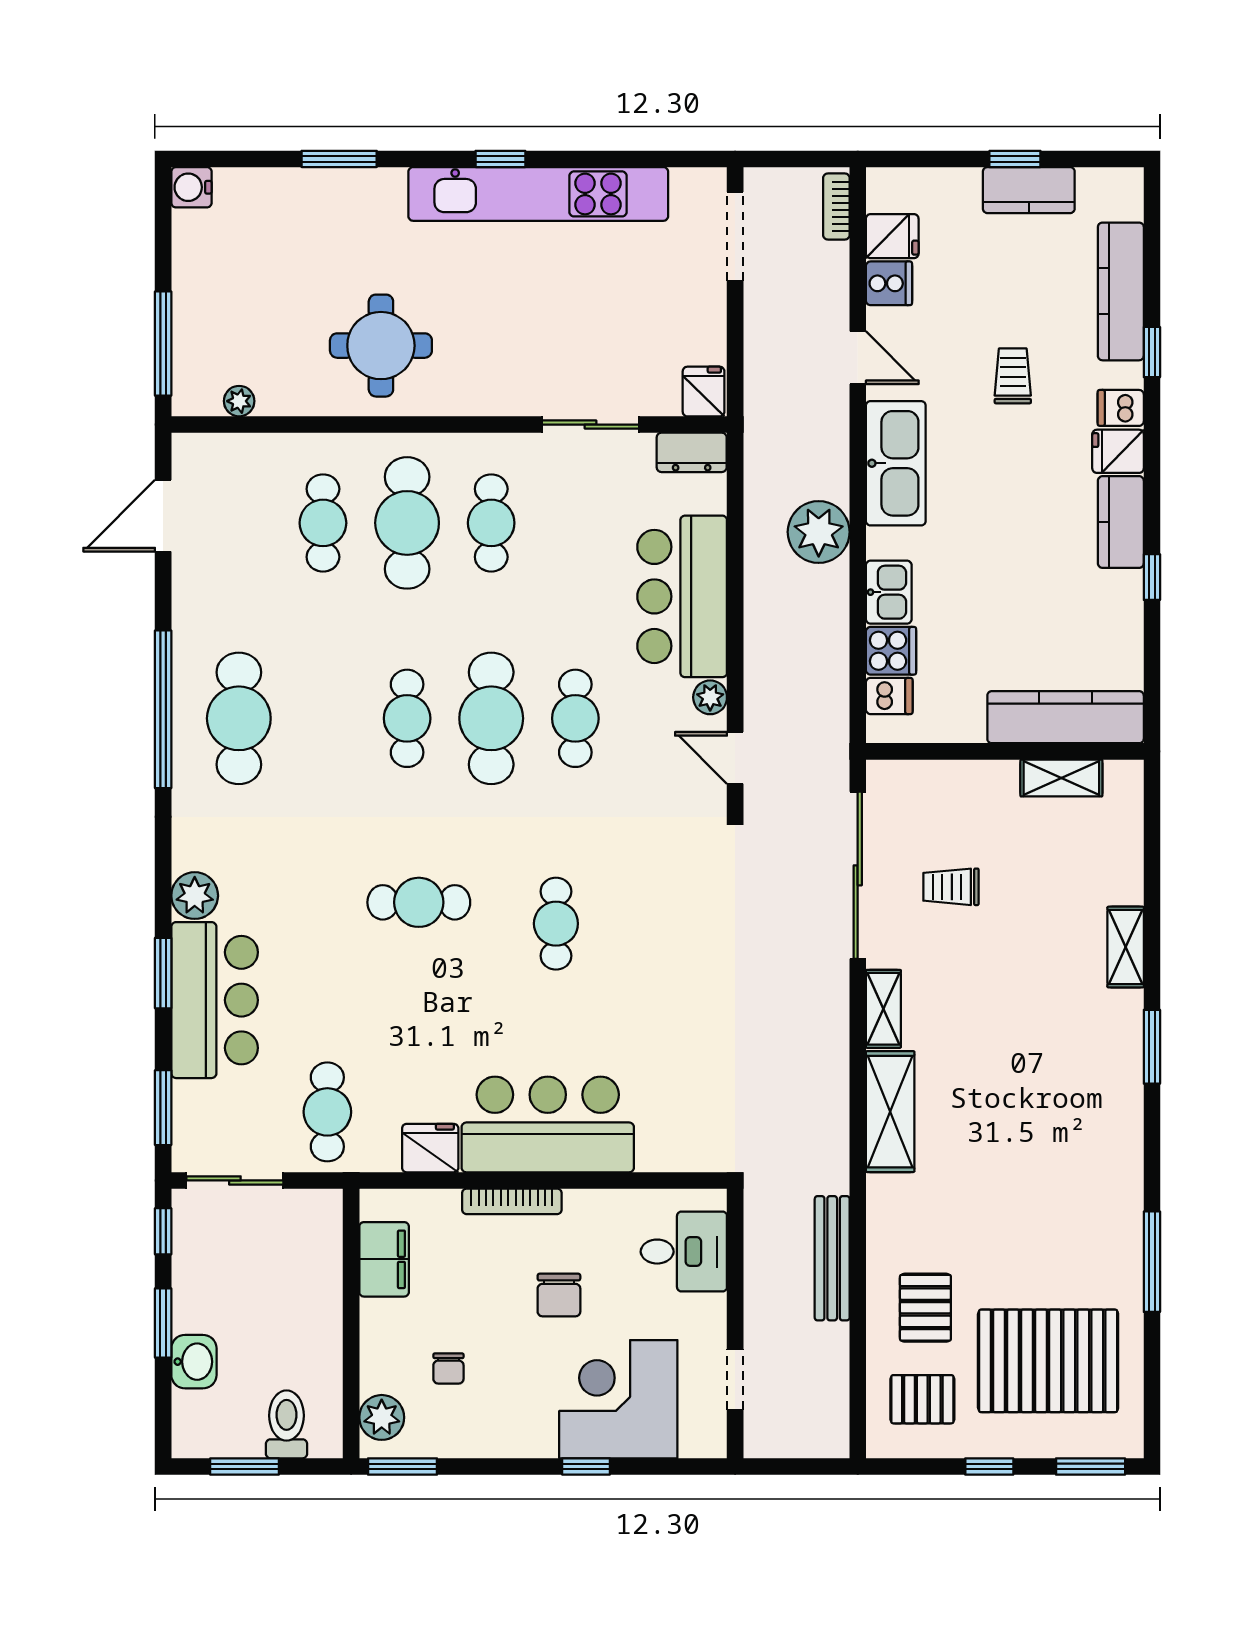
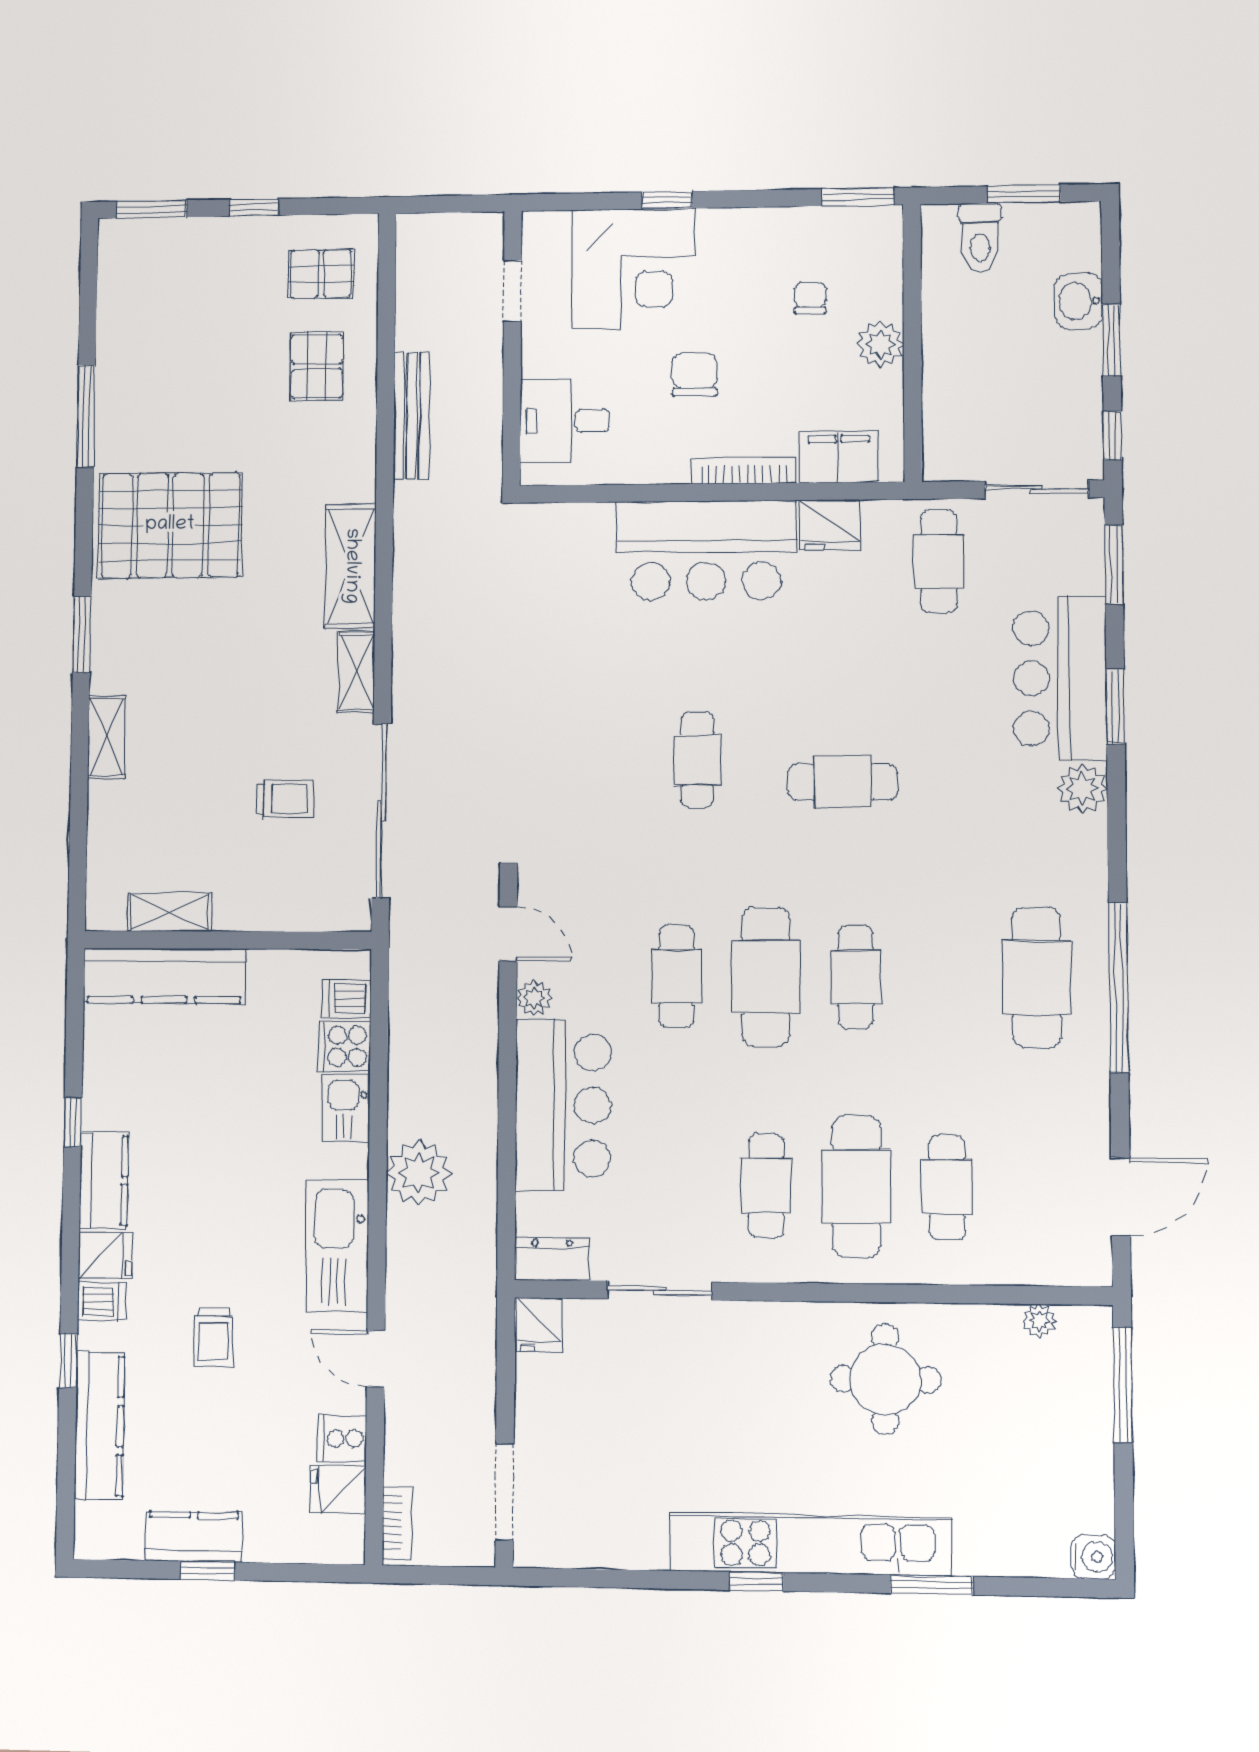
kitchen unit: (538, 194) -> (810, 1544), moved
filing cabinet: (384, 1259) -> (839, 457), moved, turned 90
pallet: (1048, 1361) -> (170, 525), moved
plant: (382, 1417) -> (880, 344), moved

